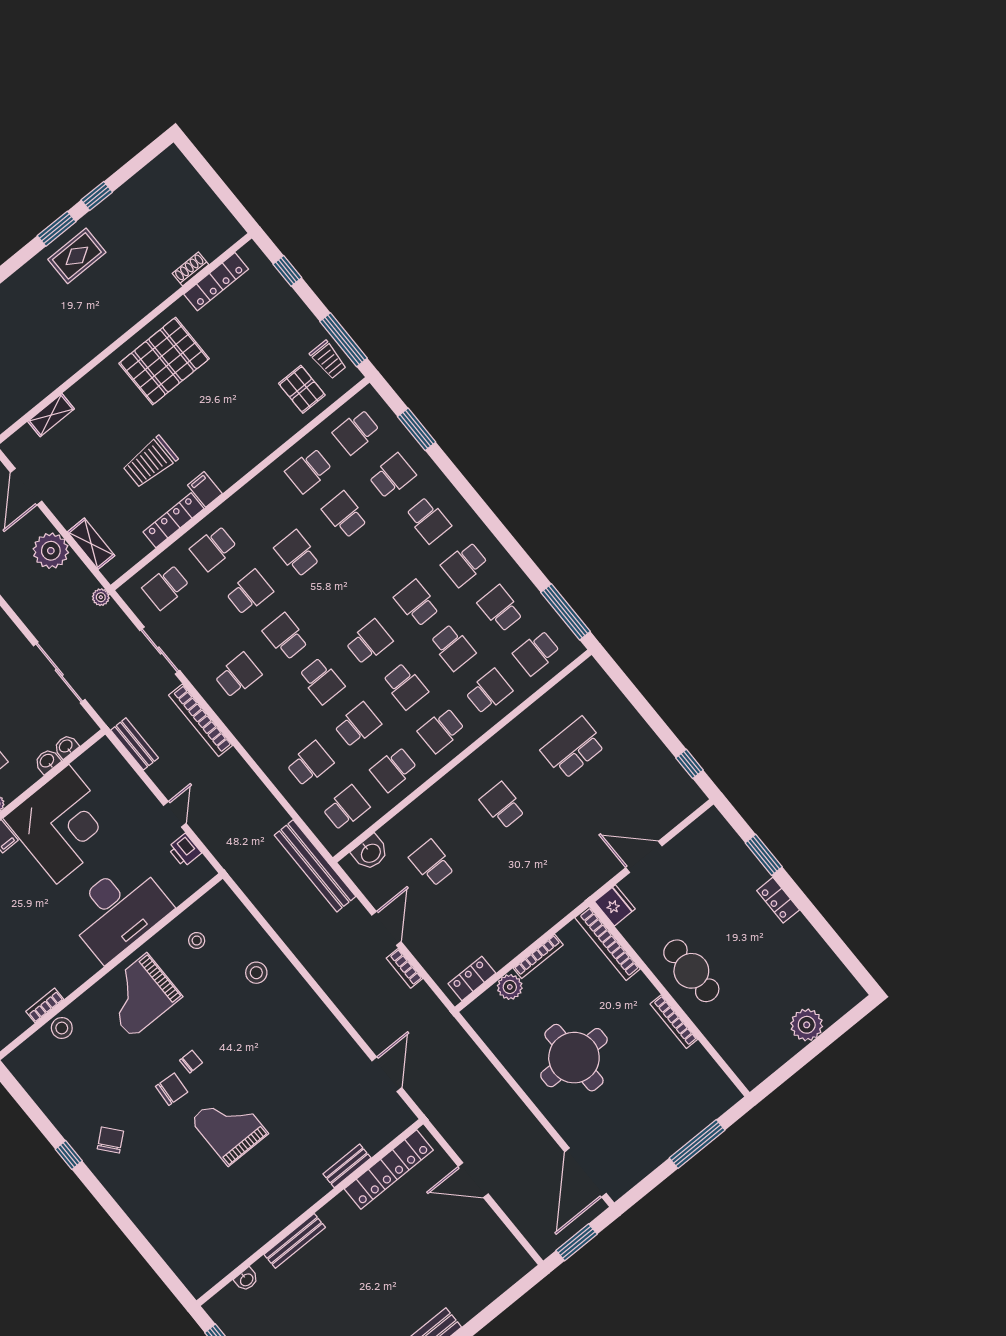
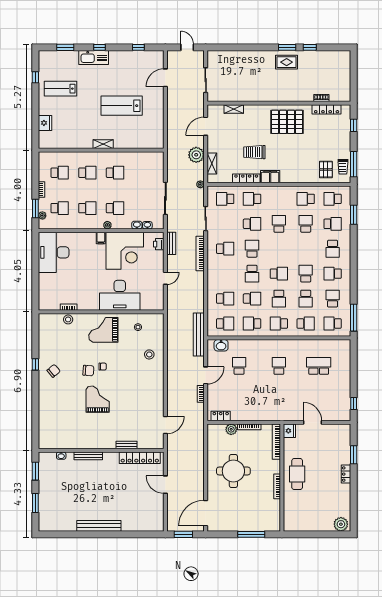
filing cabinet: (205, 489) -> (270, 177), width x2.00
printer: (184, 850) -> (159, 244), moved
plant: (807, 1025) -> (341, 524), moved

